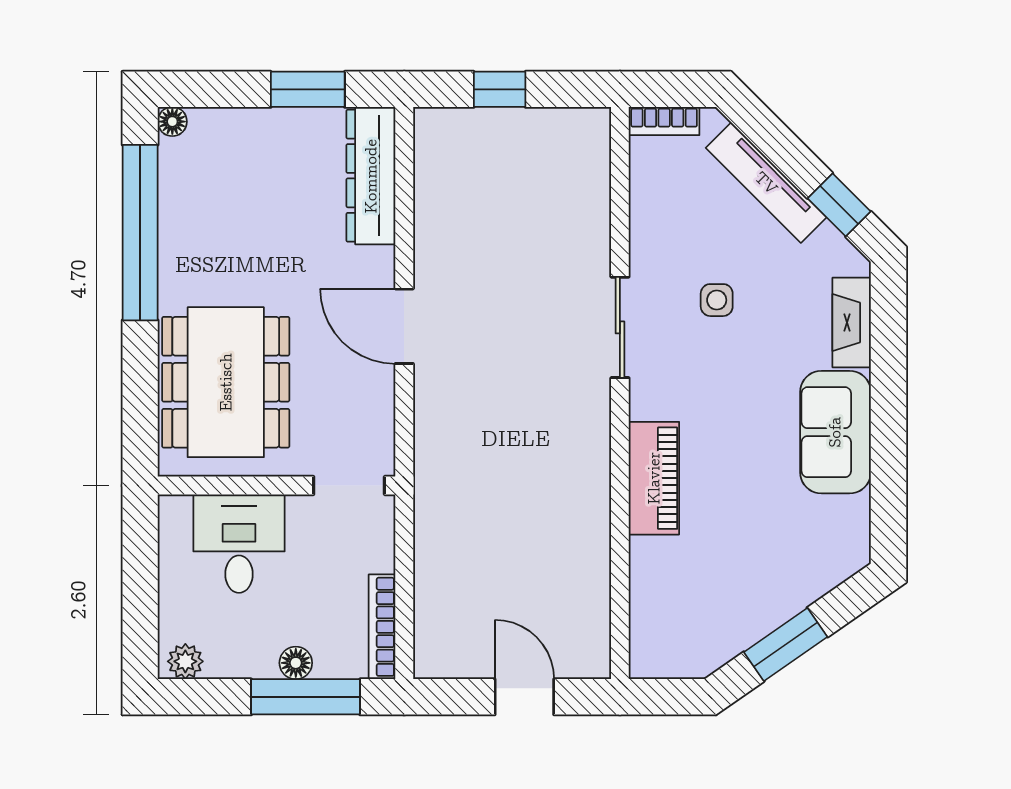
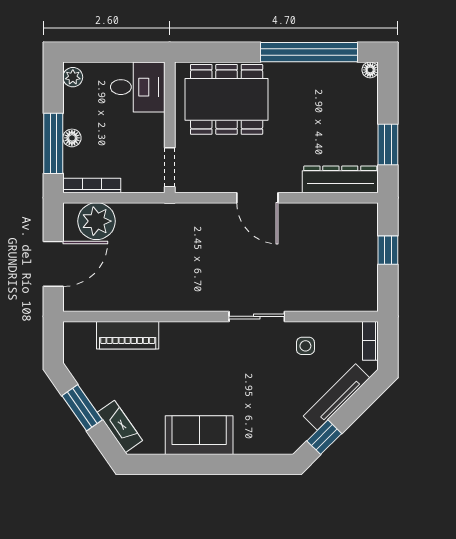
side table: (717, 300) -> (305, 346), moved
fireplace: (852, 323) -> (120, 426), moved, turned 55
door: (404, 326) -> (257, 198), swing flipped
piano: (654, 478) -> (128, 335), moved
desk: (239, 544) -> (138, 87), moved
plant: (447, 618) -> (97, 221), added
door: (524, 697) -> (53, 264), width x1.37

